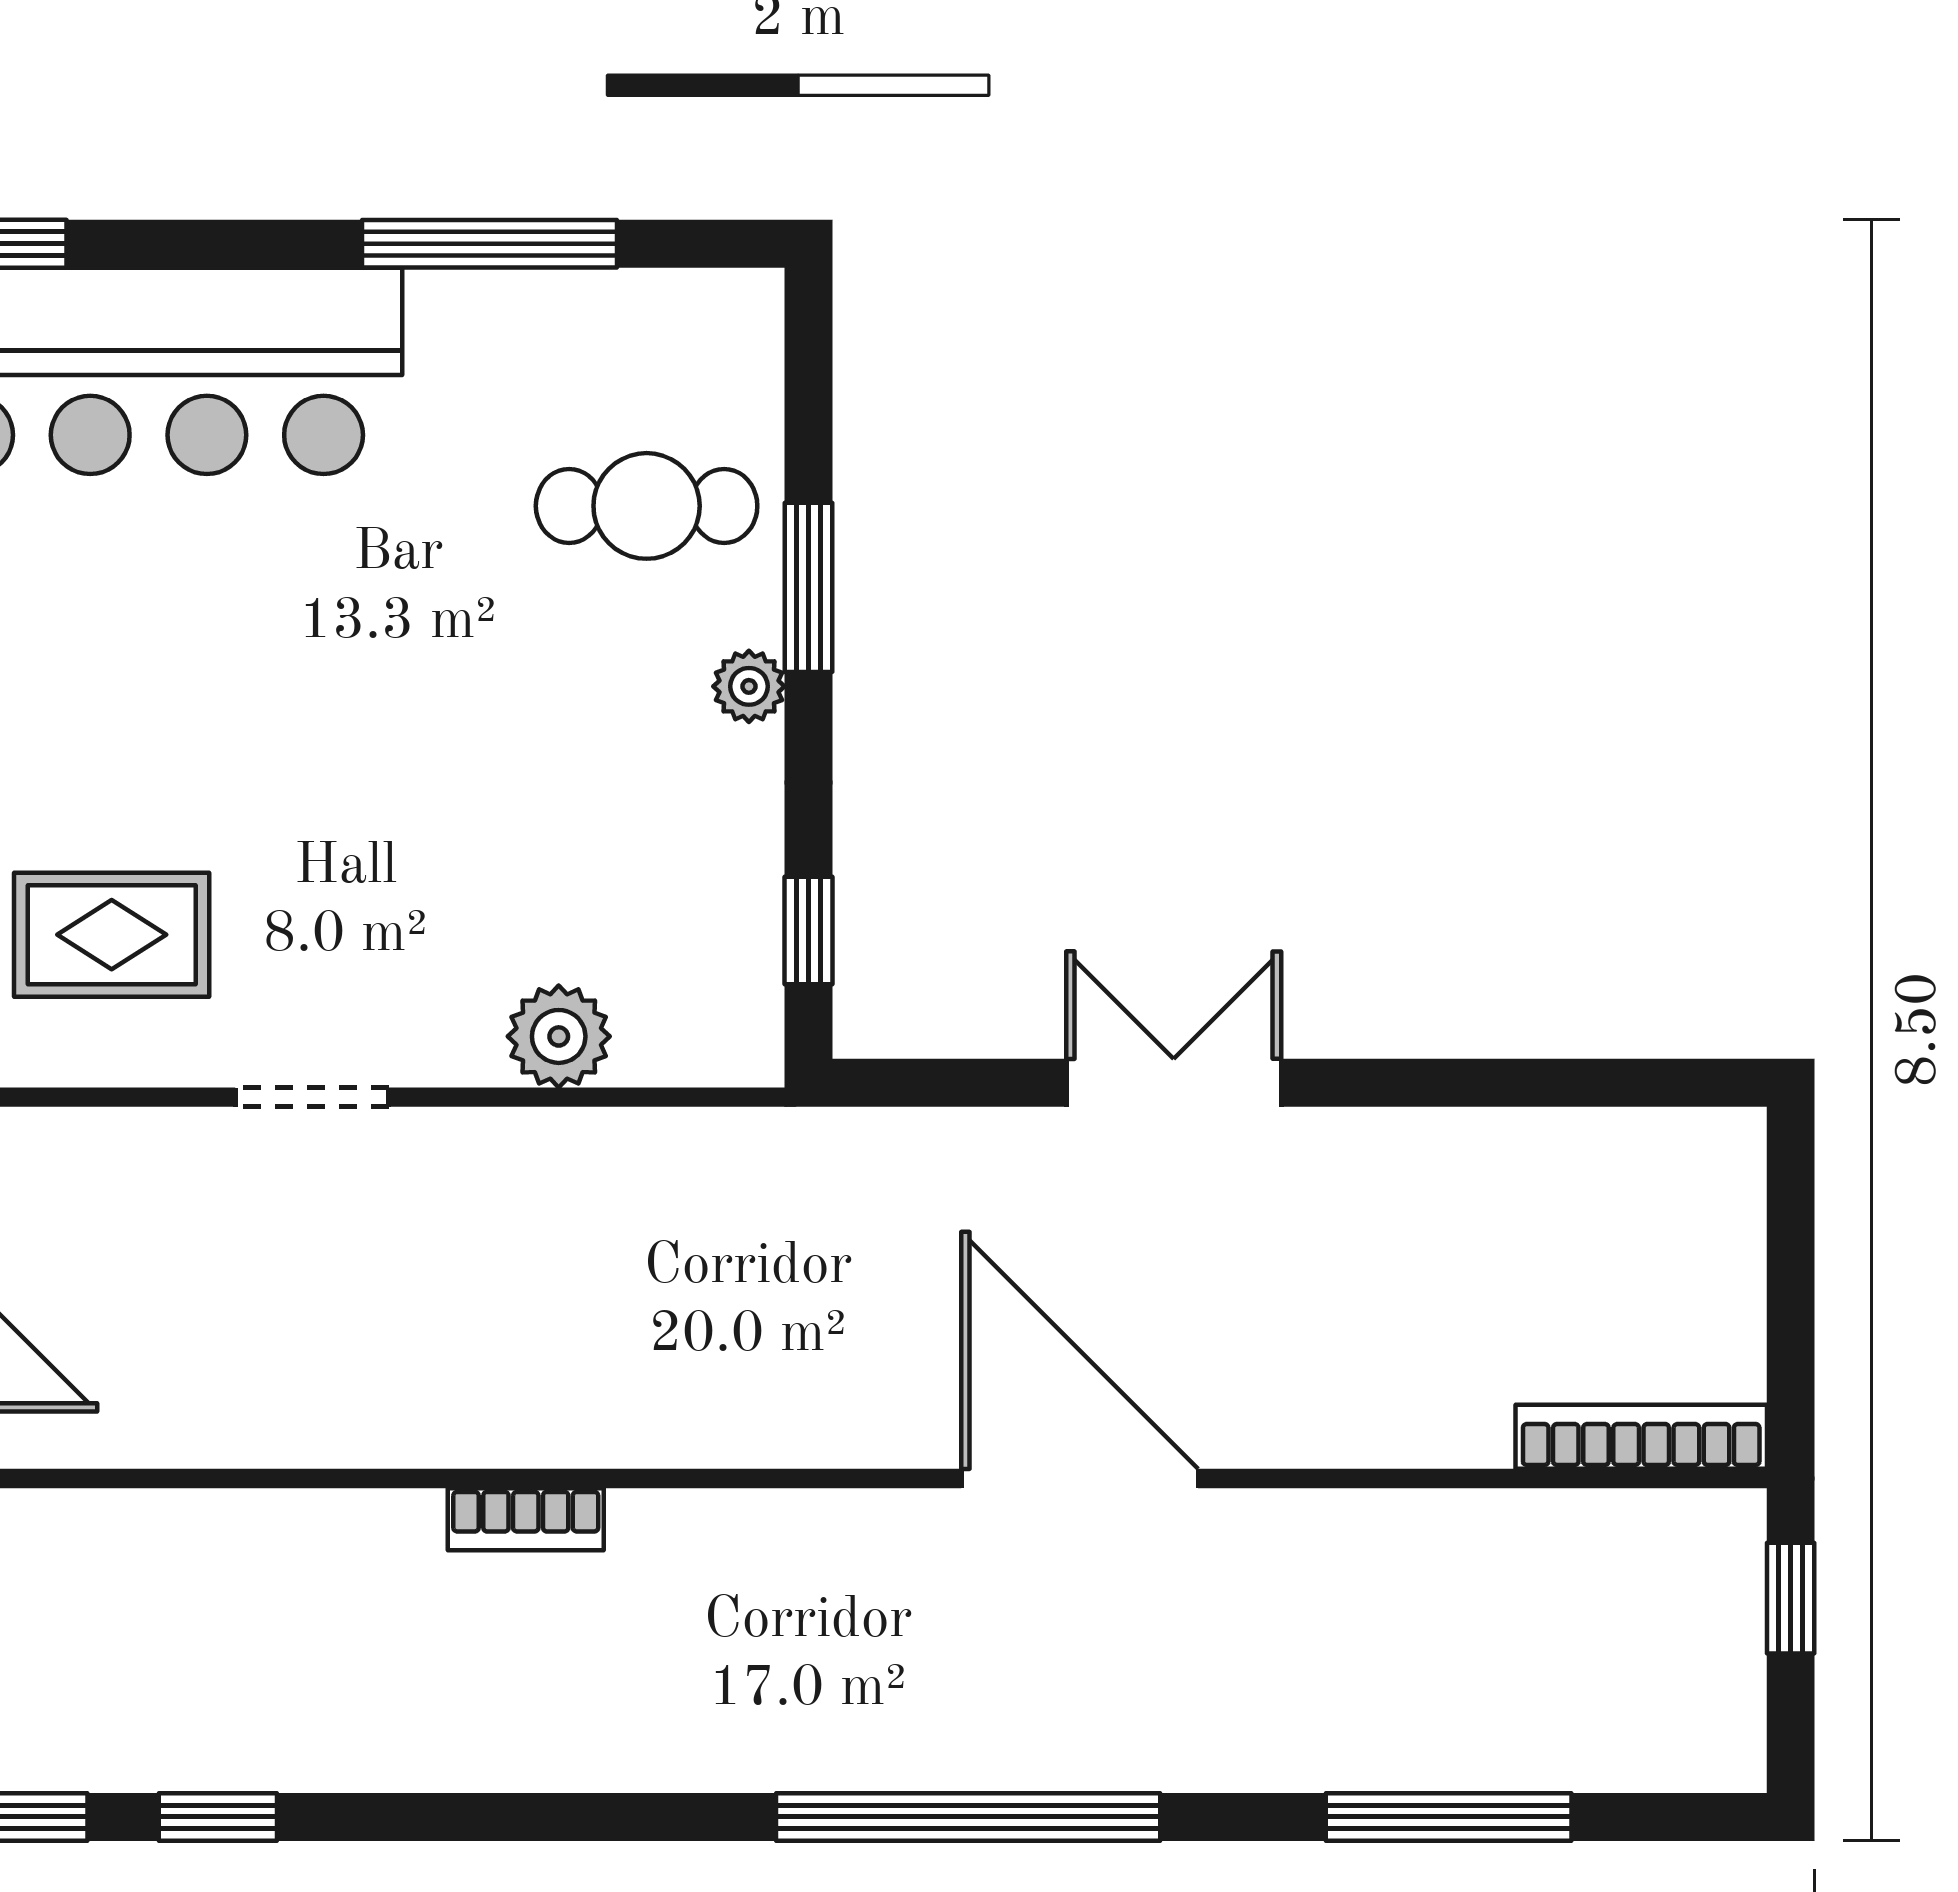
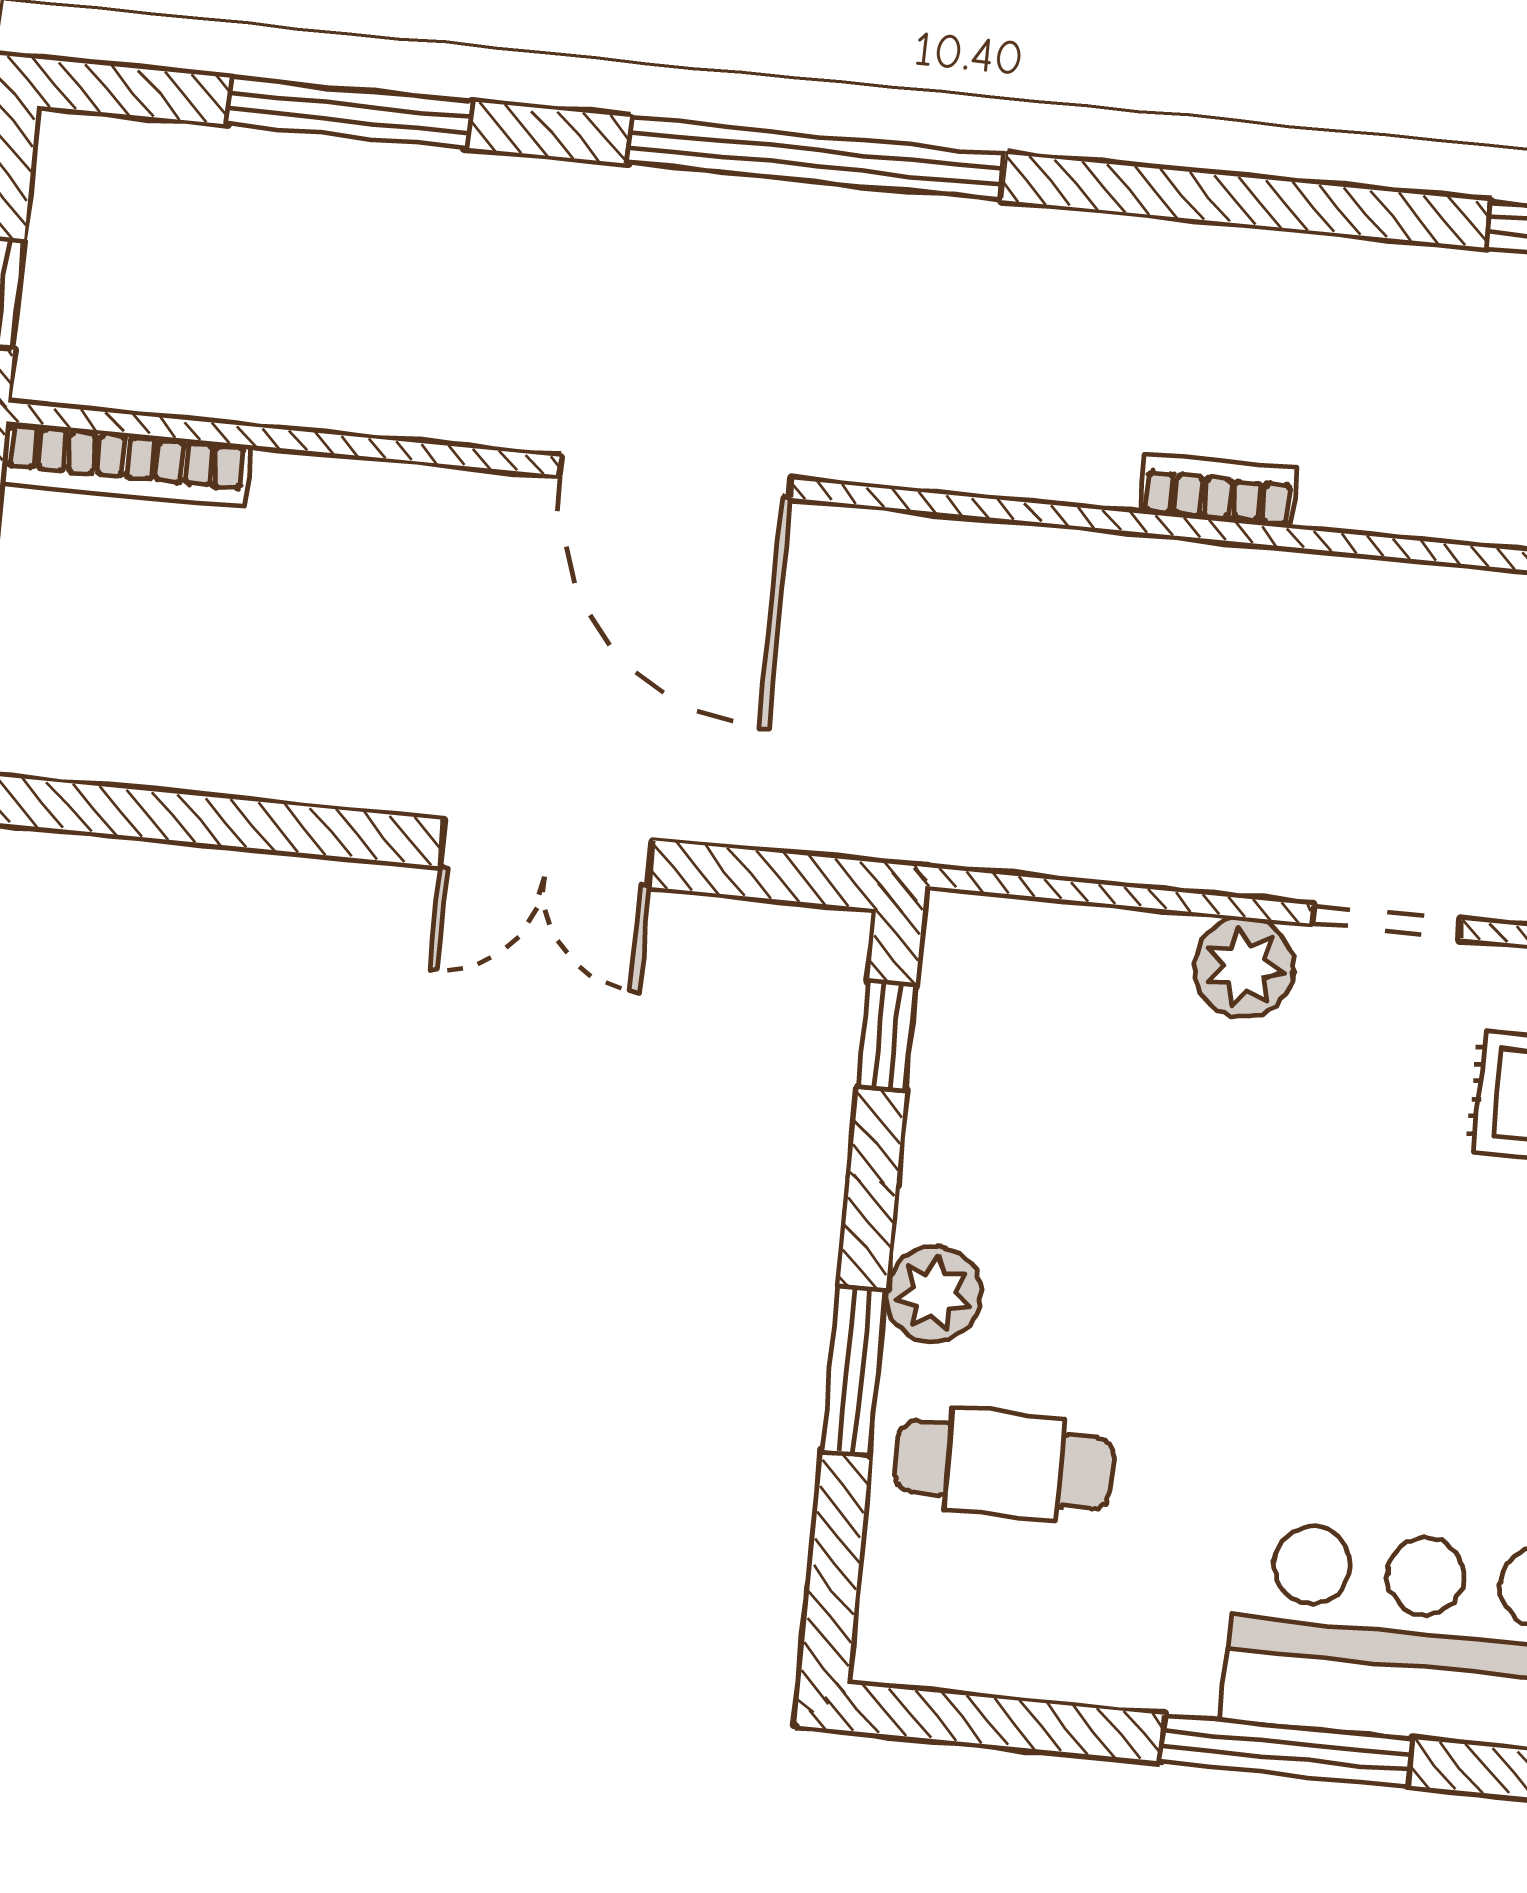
window: (489, 244) -> (1287, 1750), moved
plant: (749, 686) -> (934, 1294), width x1.38, depth x1.38
plant: (559, 1036) -> (1244, 967), moved

